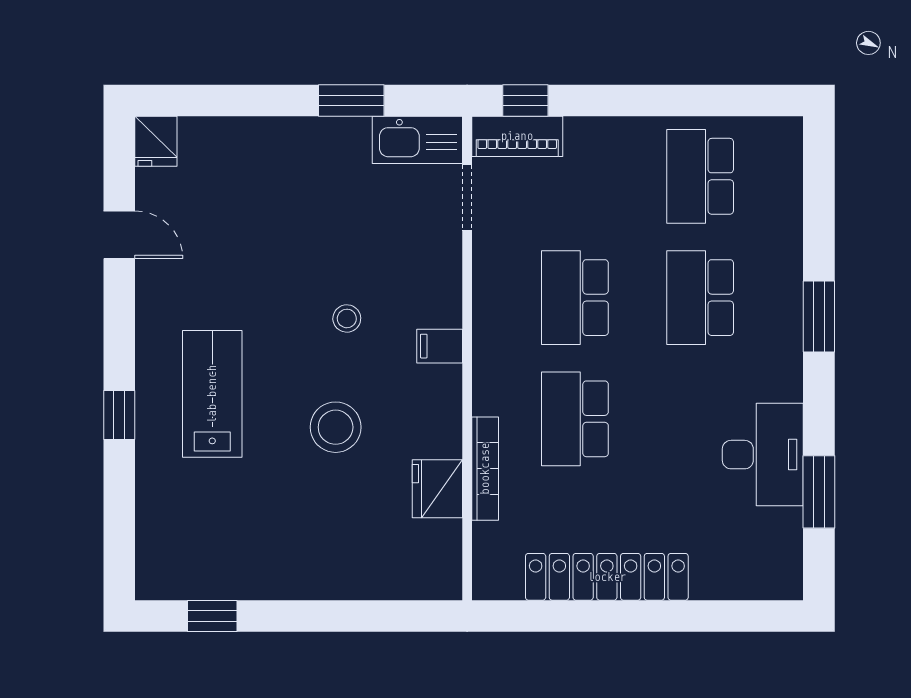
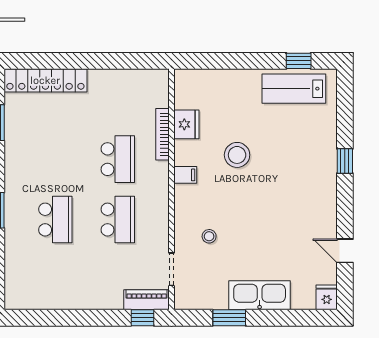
kitchen sink: (417, 140) -> (260, 295), moved, width x1.36, depth x1.24
school desk: (700, 176) -> (55, 280), removed
stool: (347, 318) -> (209, 236), moved
filing cabinet: (440, 346) -> (185, 175), moved
lab bench: (212, 394) -> (294, 89), moved, turned 90
desk: (763, 455) -> (24, 141), removed
locker: (607, 577) -> (45, 80), moved

